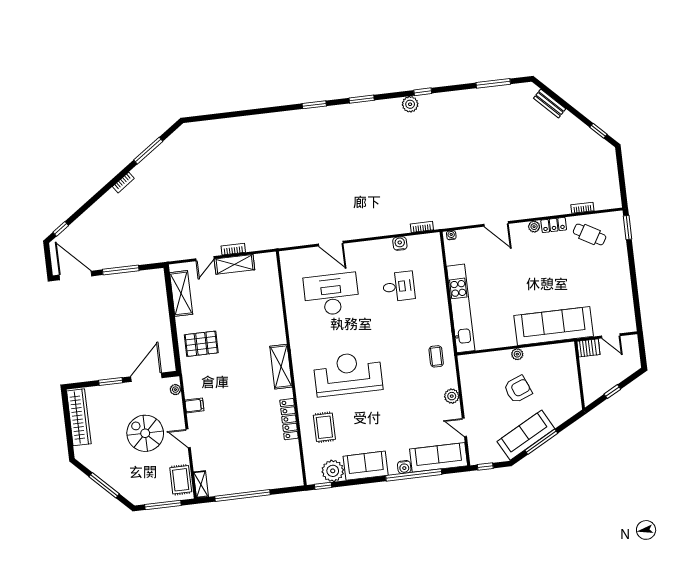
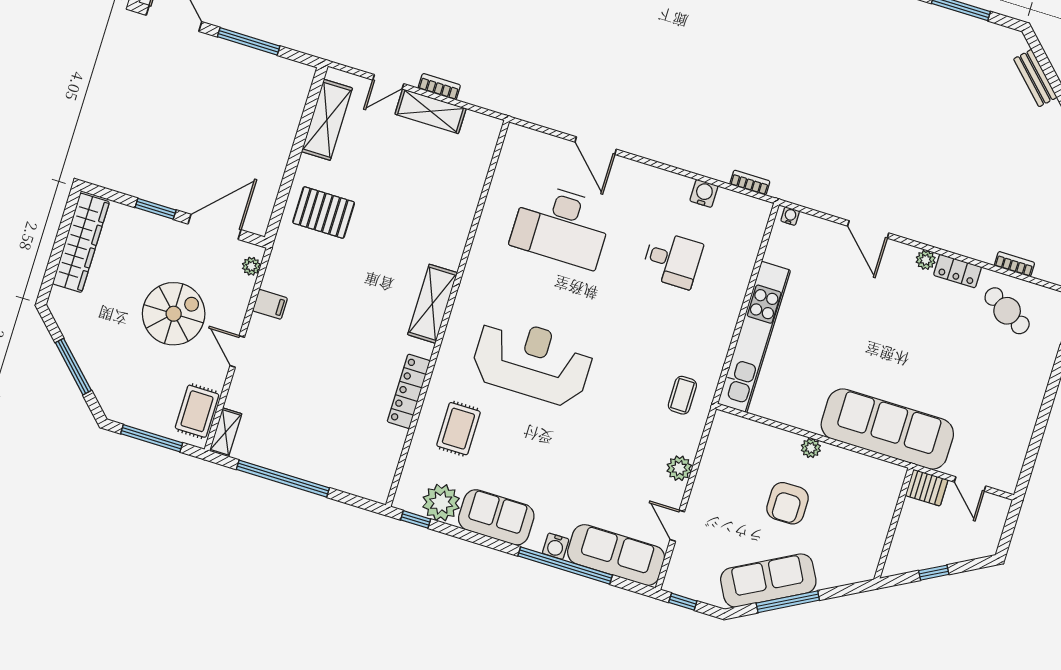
desk: (331, 294) -> (561, 226), turned 180
armchair: (518, 389) -> (788, 503), turned 112
spiral stairs: (145, 433) -> (174, 314), turned 90

